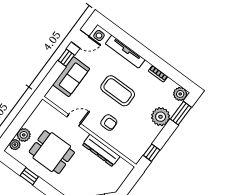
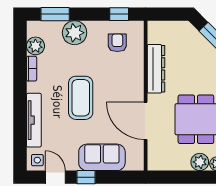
plant: (180, 94) -> (35, 46), moved
door: (74, 120) -> (146, 121), width x1.87
armchair: (109, 123) -> (117, 43), moved

